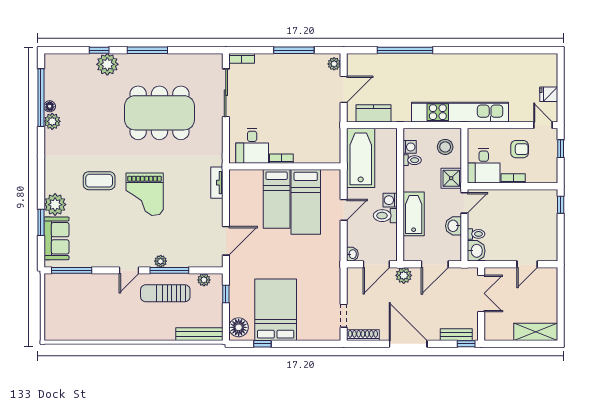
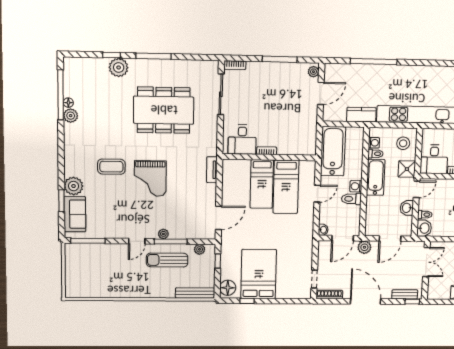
kitchen counter: (374, 113) -> (361, 115), moved
bathtub: (414, 214) -> (376, 177), moved

